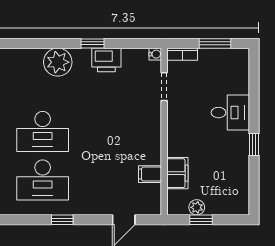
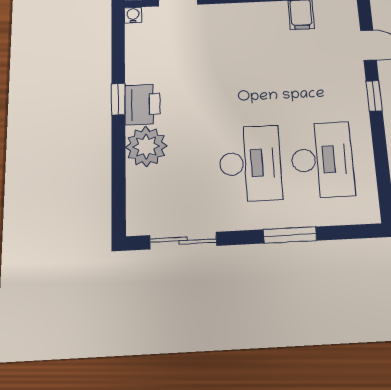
printer: (106, 60) -> (142, 104), moved
window: (62, 220) -> (374, 96), moved

